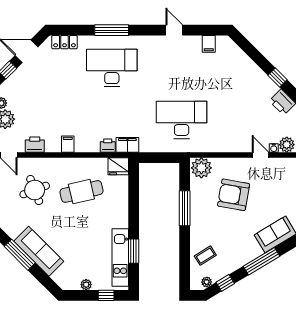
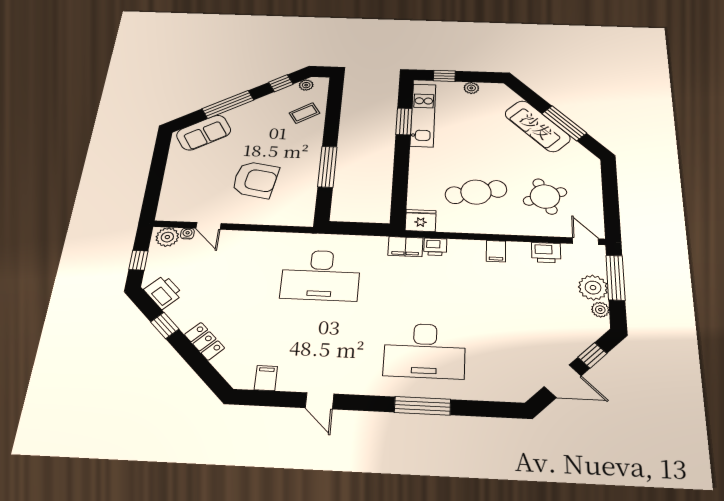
locker: (64, 42) -> (204, 341), moved, turned 45
plant: (201, 168) -> (298, 214), removed

